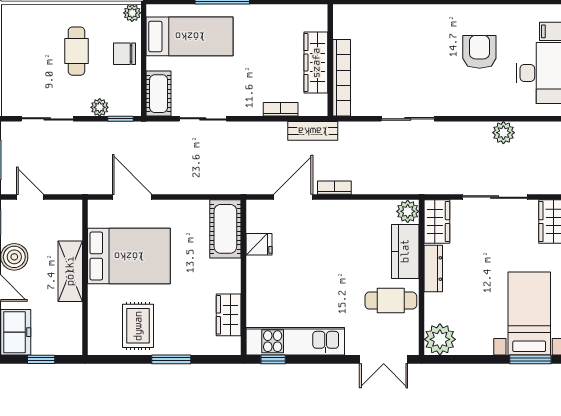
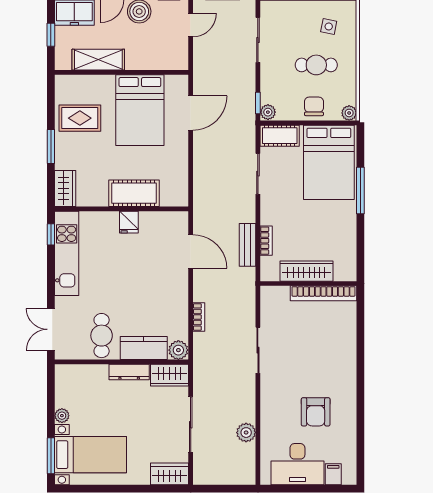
bed: (190, 36) -> (329, 162), width x1.50
side table: (32, 37) -> (329, 26), added
armchair: (479, 52) -> (316, 412), turned 90
bookcase: (342, 78) -> (324, 293), moved
plant: (100, 107) -> (268, 112), moved
bench: (313, 131) -> (248, 245), moved
bookcase: (334, 188) -> (199, 317), moved
cot: (225, 229) -> (134, 193), moved
fridge: (259, 244) -> (129, 222), moved
shelving: (70, 271) -> (98, 60), moved
wardrobe: (229, 315) -> (65, 188), moved, turned 90
plant: (440, 339) -> (62, 416), moved, width x0.53, depth x0.53

